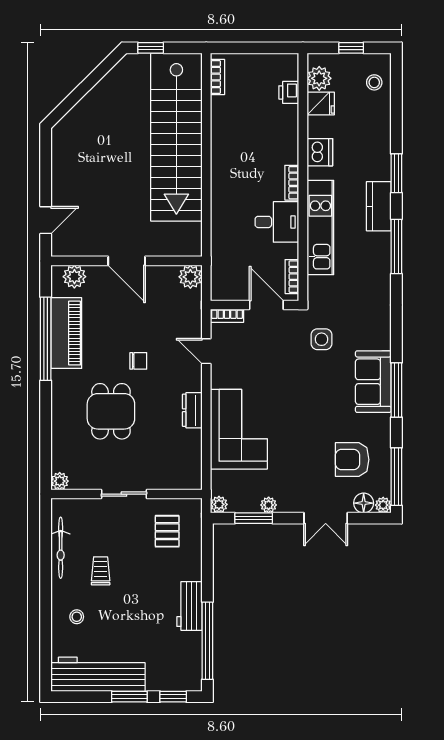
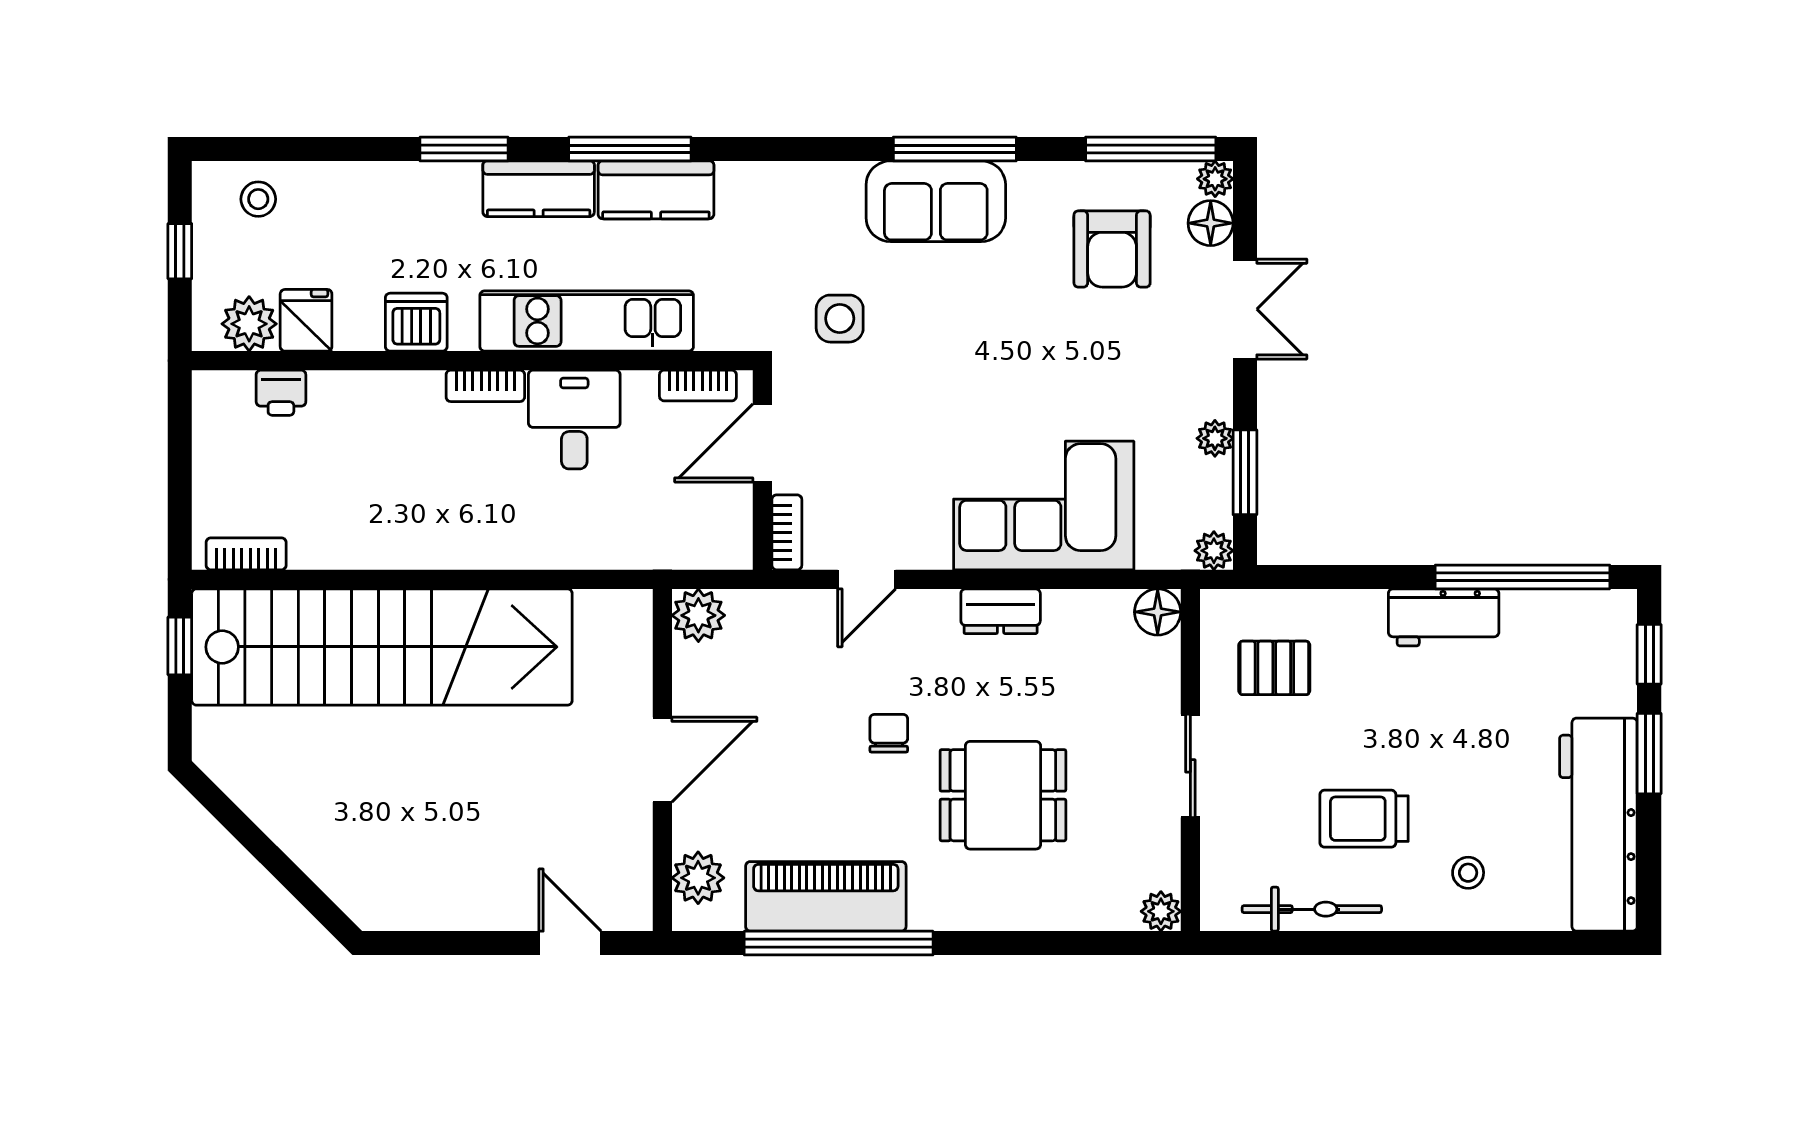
window: (151, 48) -> (180, 646), moved
kitchen counter: (378, 258) -> (656, 190), added
floor lamp: (192, 480) -> (1158, 612), added
trolley: (101, 571) -> (1364, 819), width x1.36, depth x1.39

